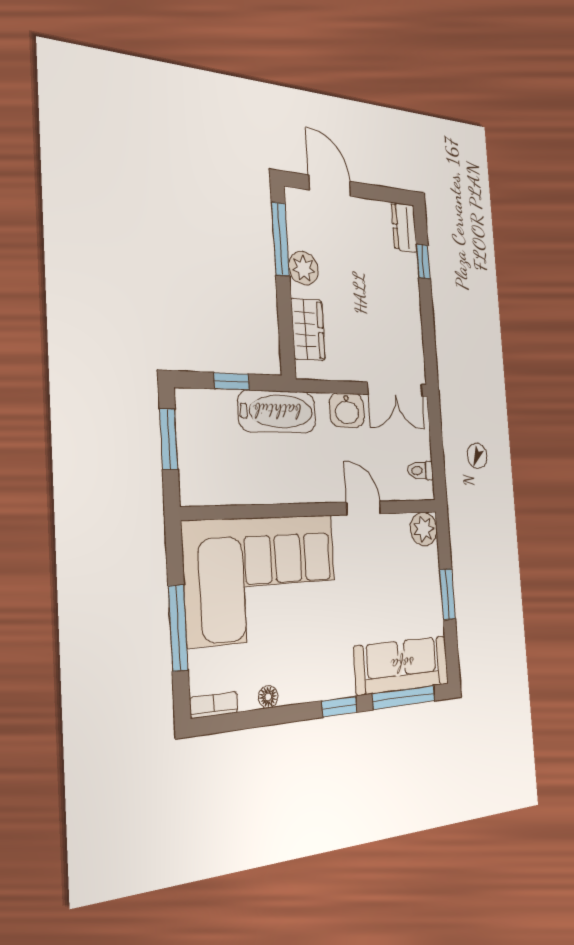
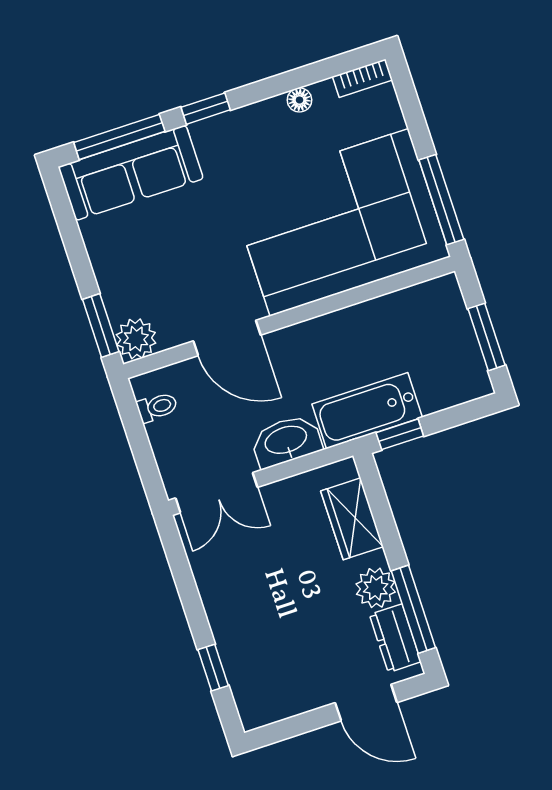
dresser: (404, 227) -> (395, 638), moved, turned 180
window: (232, 381) -> (400, 434), moved
double door: (395, 389) -> (217, 493), swing flipped
washbasin: (347, 410) -> (286, 441), width x1.38
door: (364, 508) -> (227, 338), width x1.38
window: (448, 594) -> (101, 326), moved
window: (178, 628) -> (441, 200), moved

